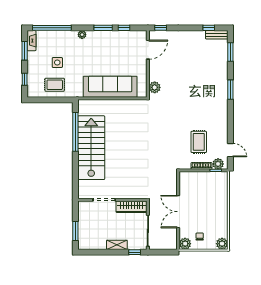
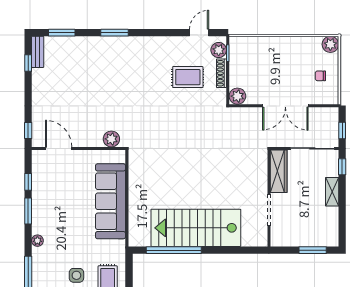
plant: (185, 244) -> (237, 96), moved
window: (161, 252) -> (342, 130), added

